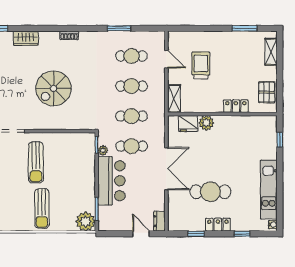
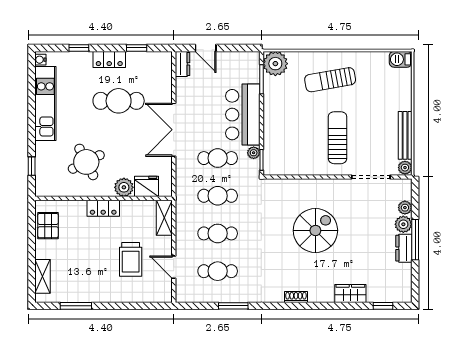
locker: (236, 106) -> (103, 208), moved
round table: (236, 143) -> (86, 162), added
sun lounger: (42, 209) -> (330, 80), turned -100

